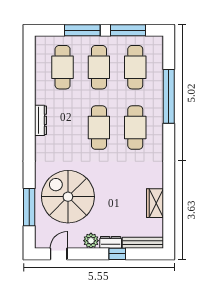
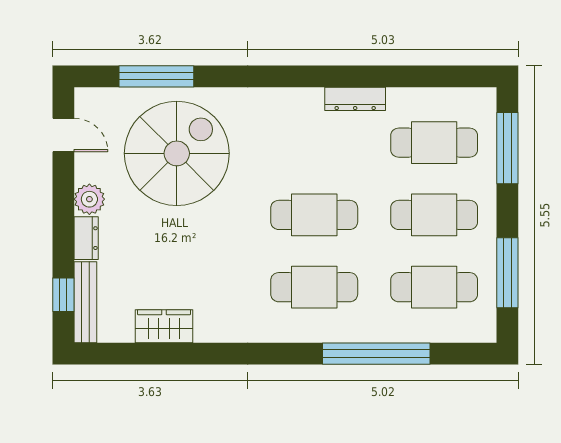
window: (82, 30) -> (507, 148), moved
dresser: (41, 120) -> (355, 99), moved
window: (117, 254) -> (63, 295), moved

